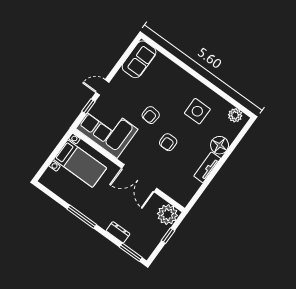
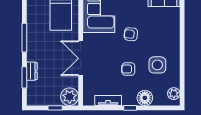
armchair: (168, 142) -> (128, 69), moved
window: (219, 166) -> (130, 108), added
tv unit: (207, 167) -> (108, 101), moved
window: (131, 252) -> (24, 77), moved

